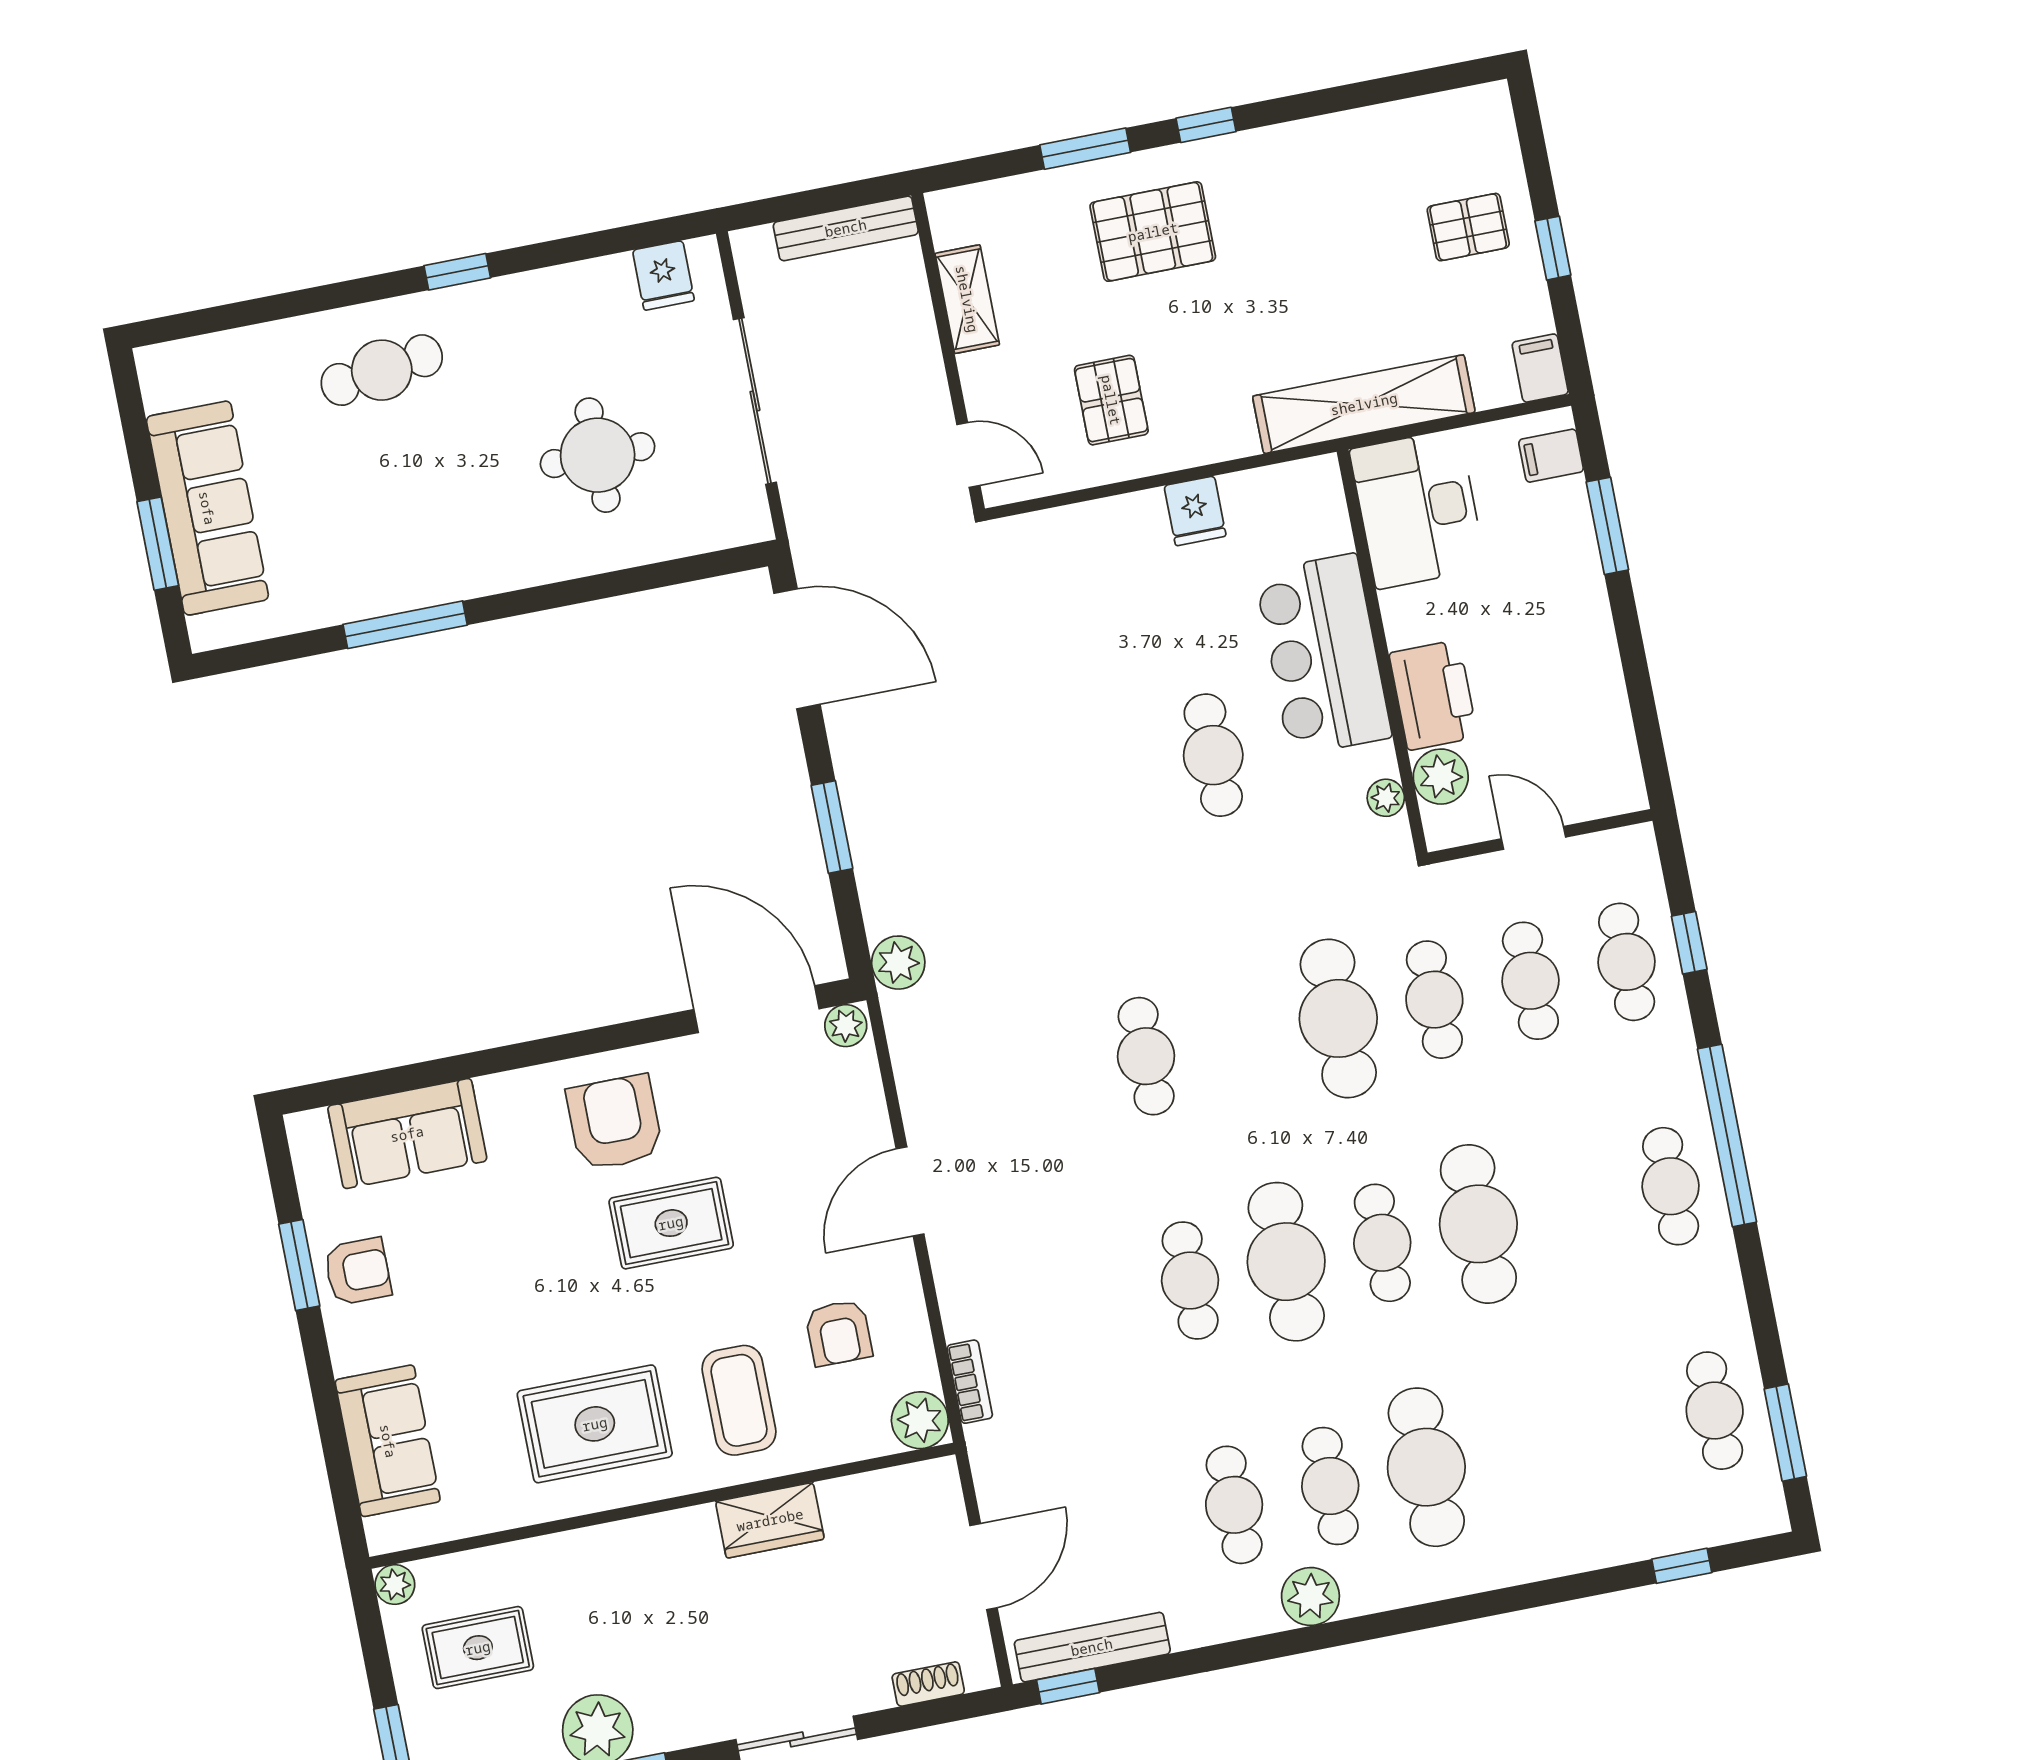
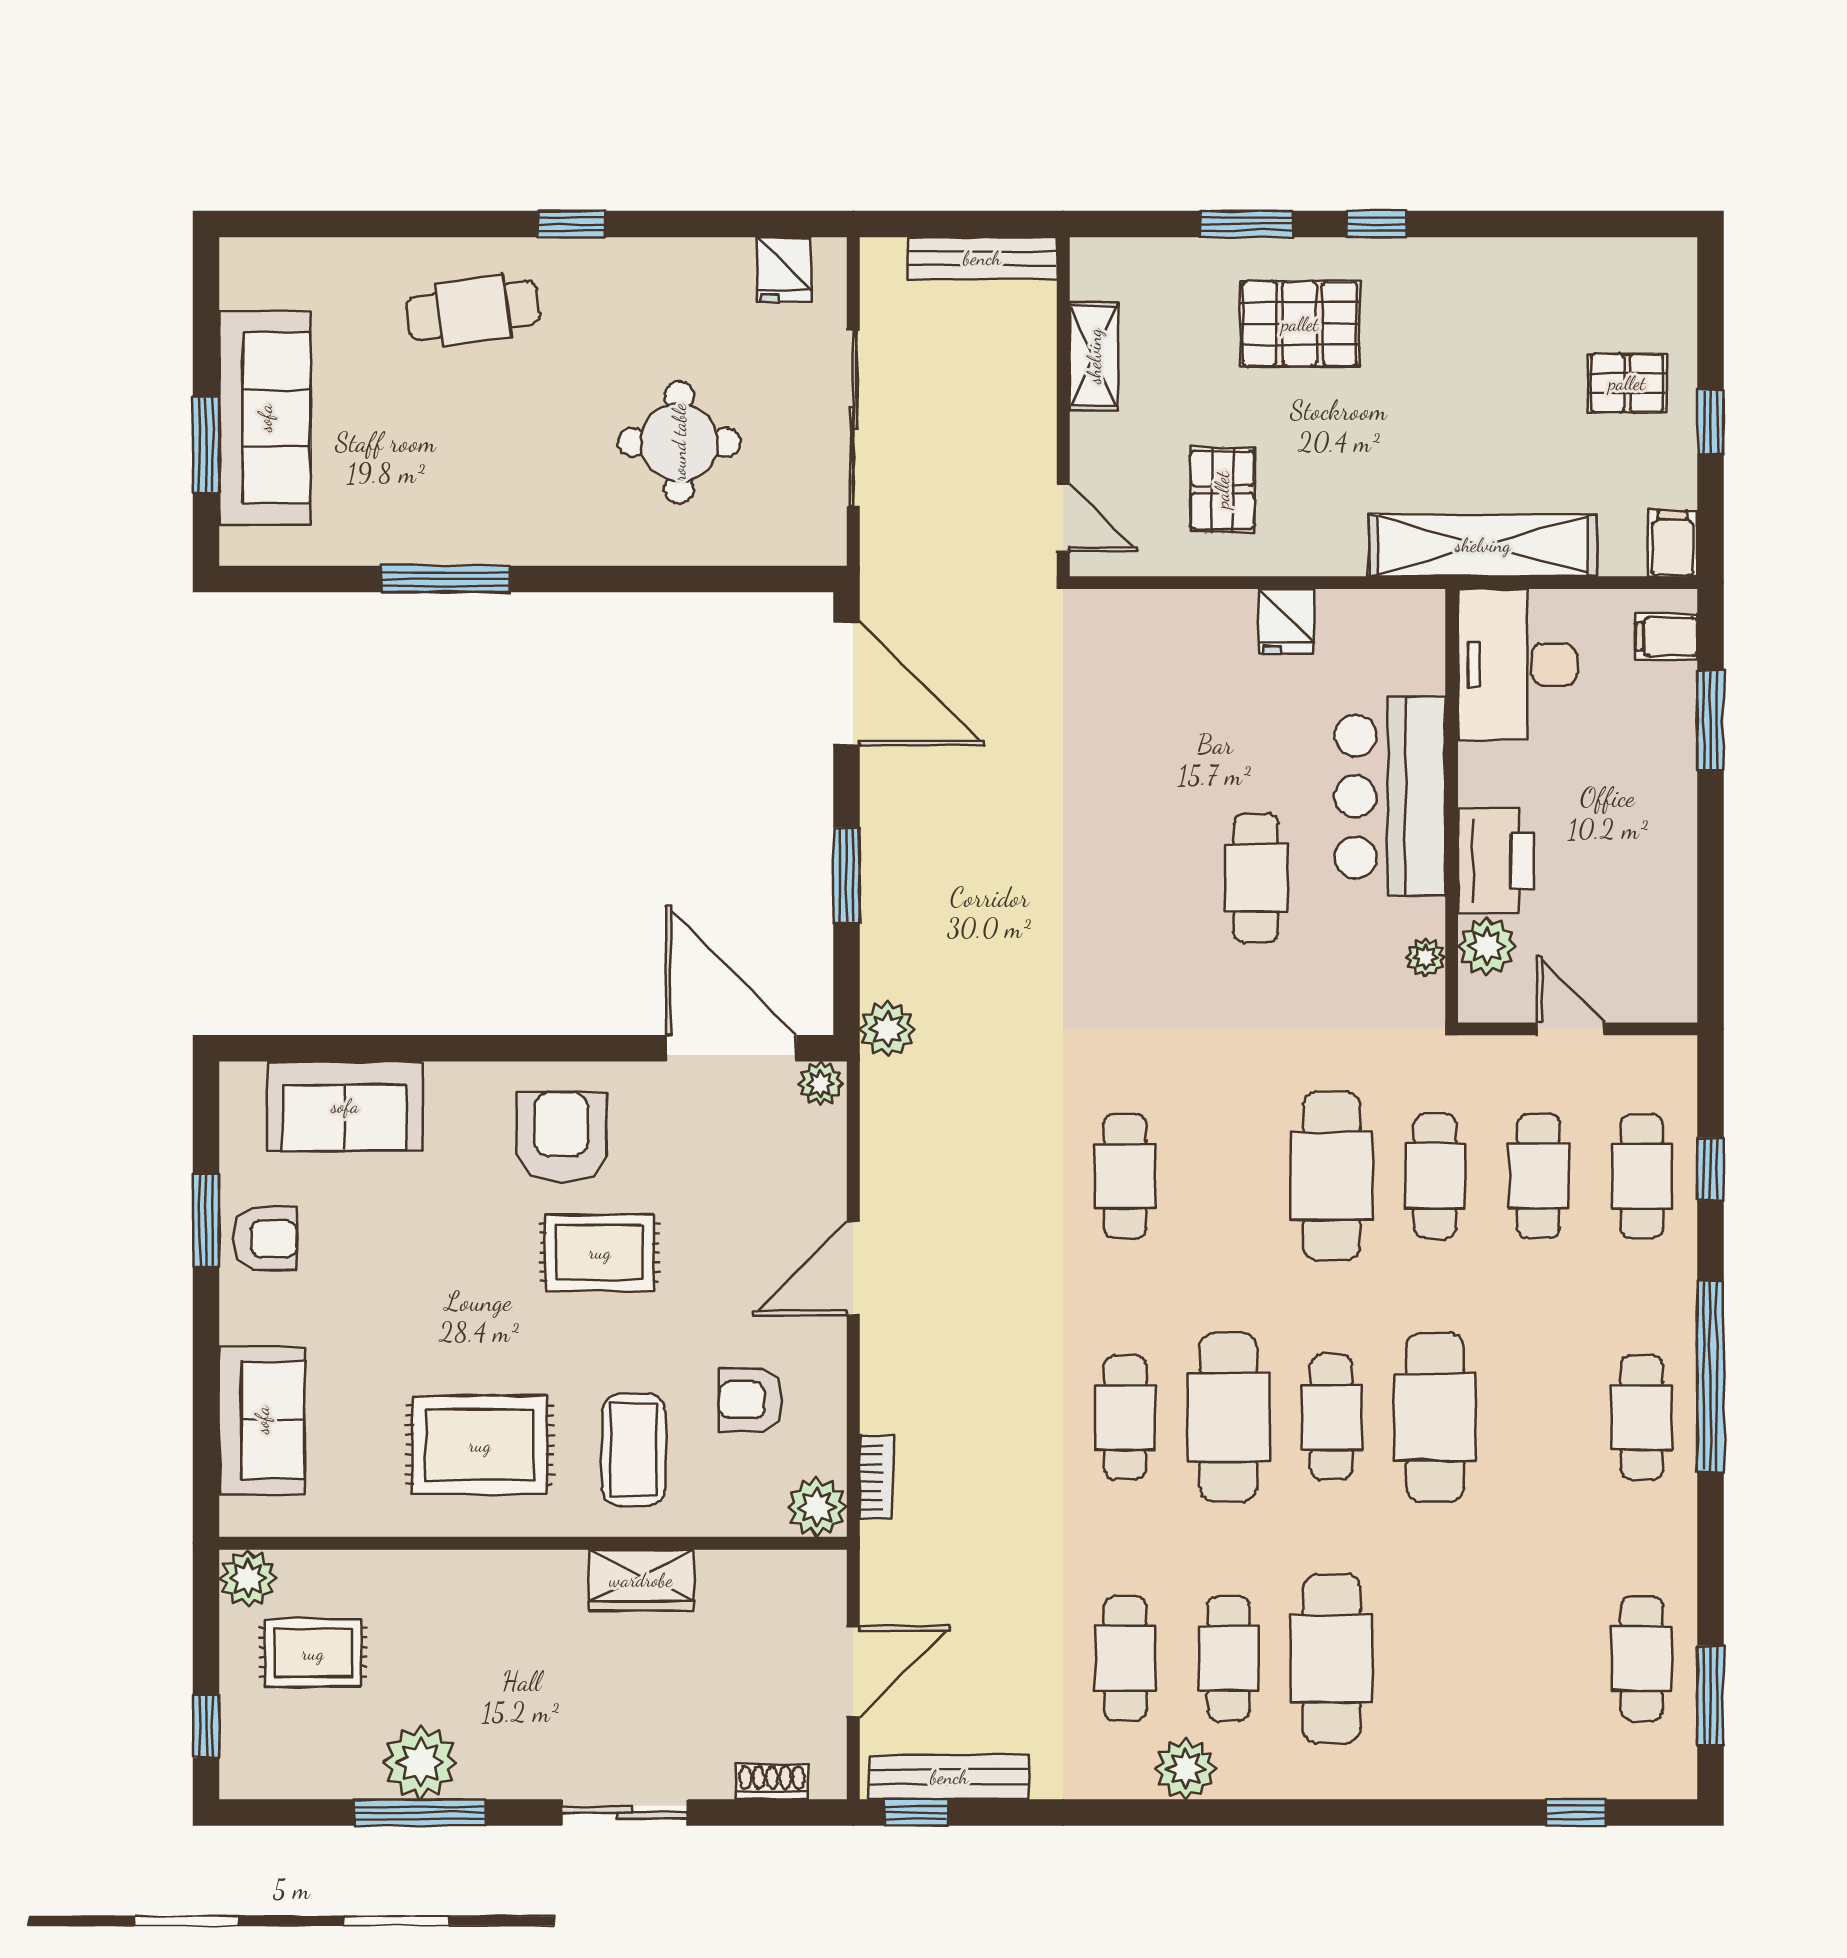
armchair: (839, 1333) -> (751, 1400), turned 90
plant: (395, 1585) -> (248, 1578), width x1.38, depth x1.38

